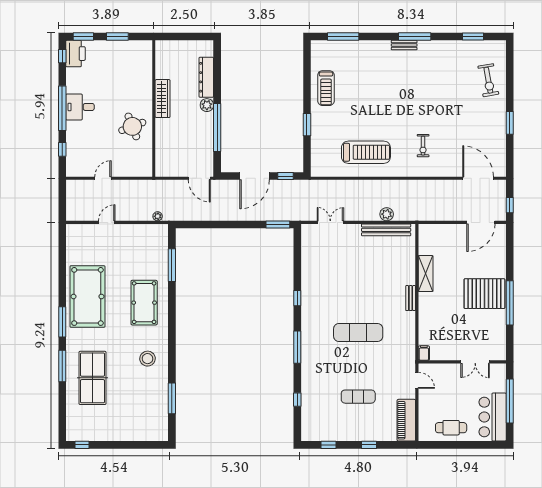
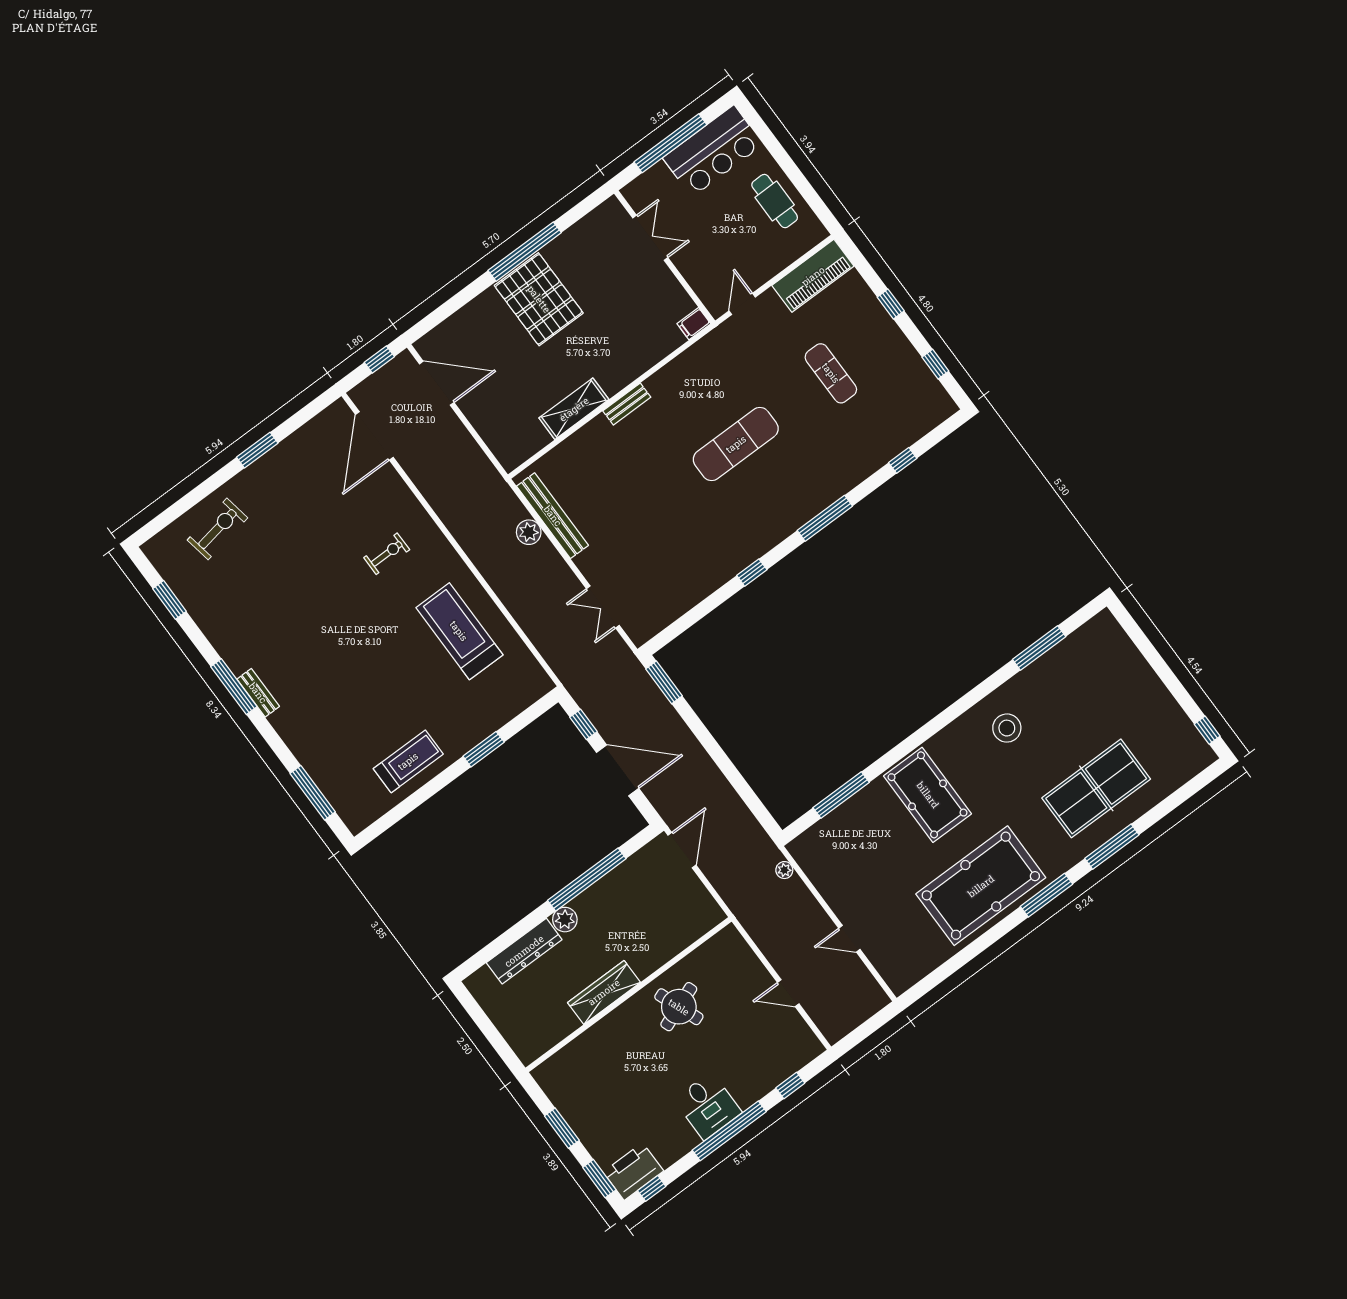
pool table: (144, 303) -> (928, 795), turned 90
exercise mat: (358, 332) -> (736, 444), turned 90

